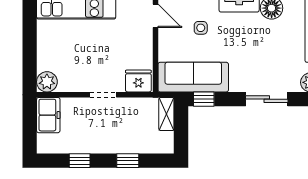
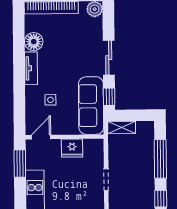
fridge: (138, 81) -> (72, 148), moved, turned -90
sliding door: (267, 99) -> (109, 58), moved
window: (128, 161) -> (160, 159), width x2.17

